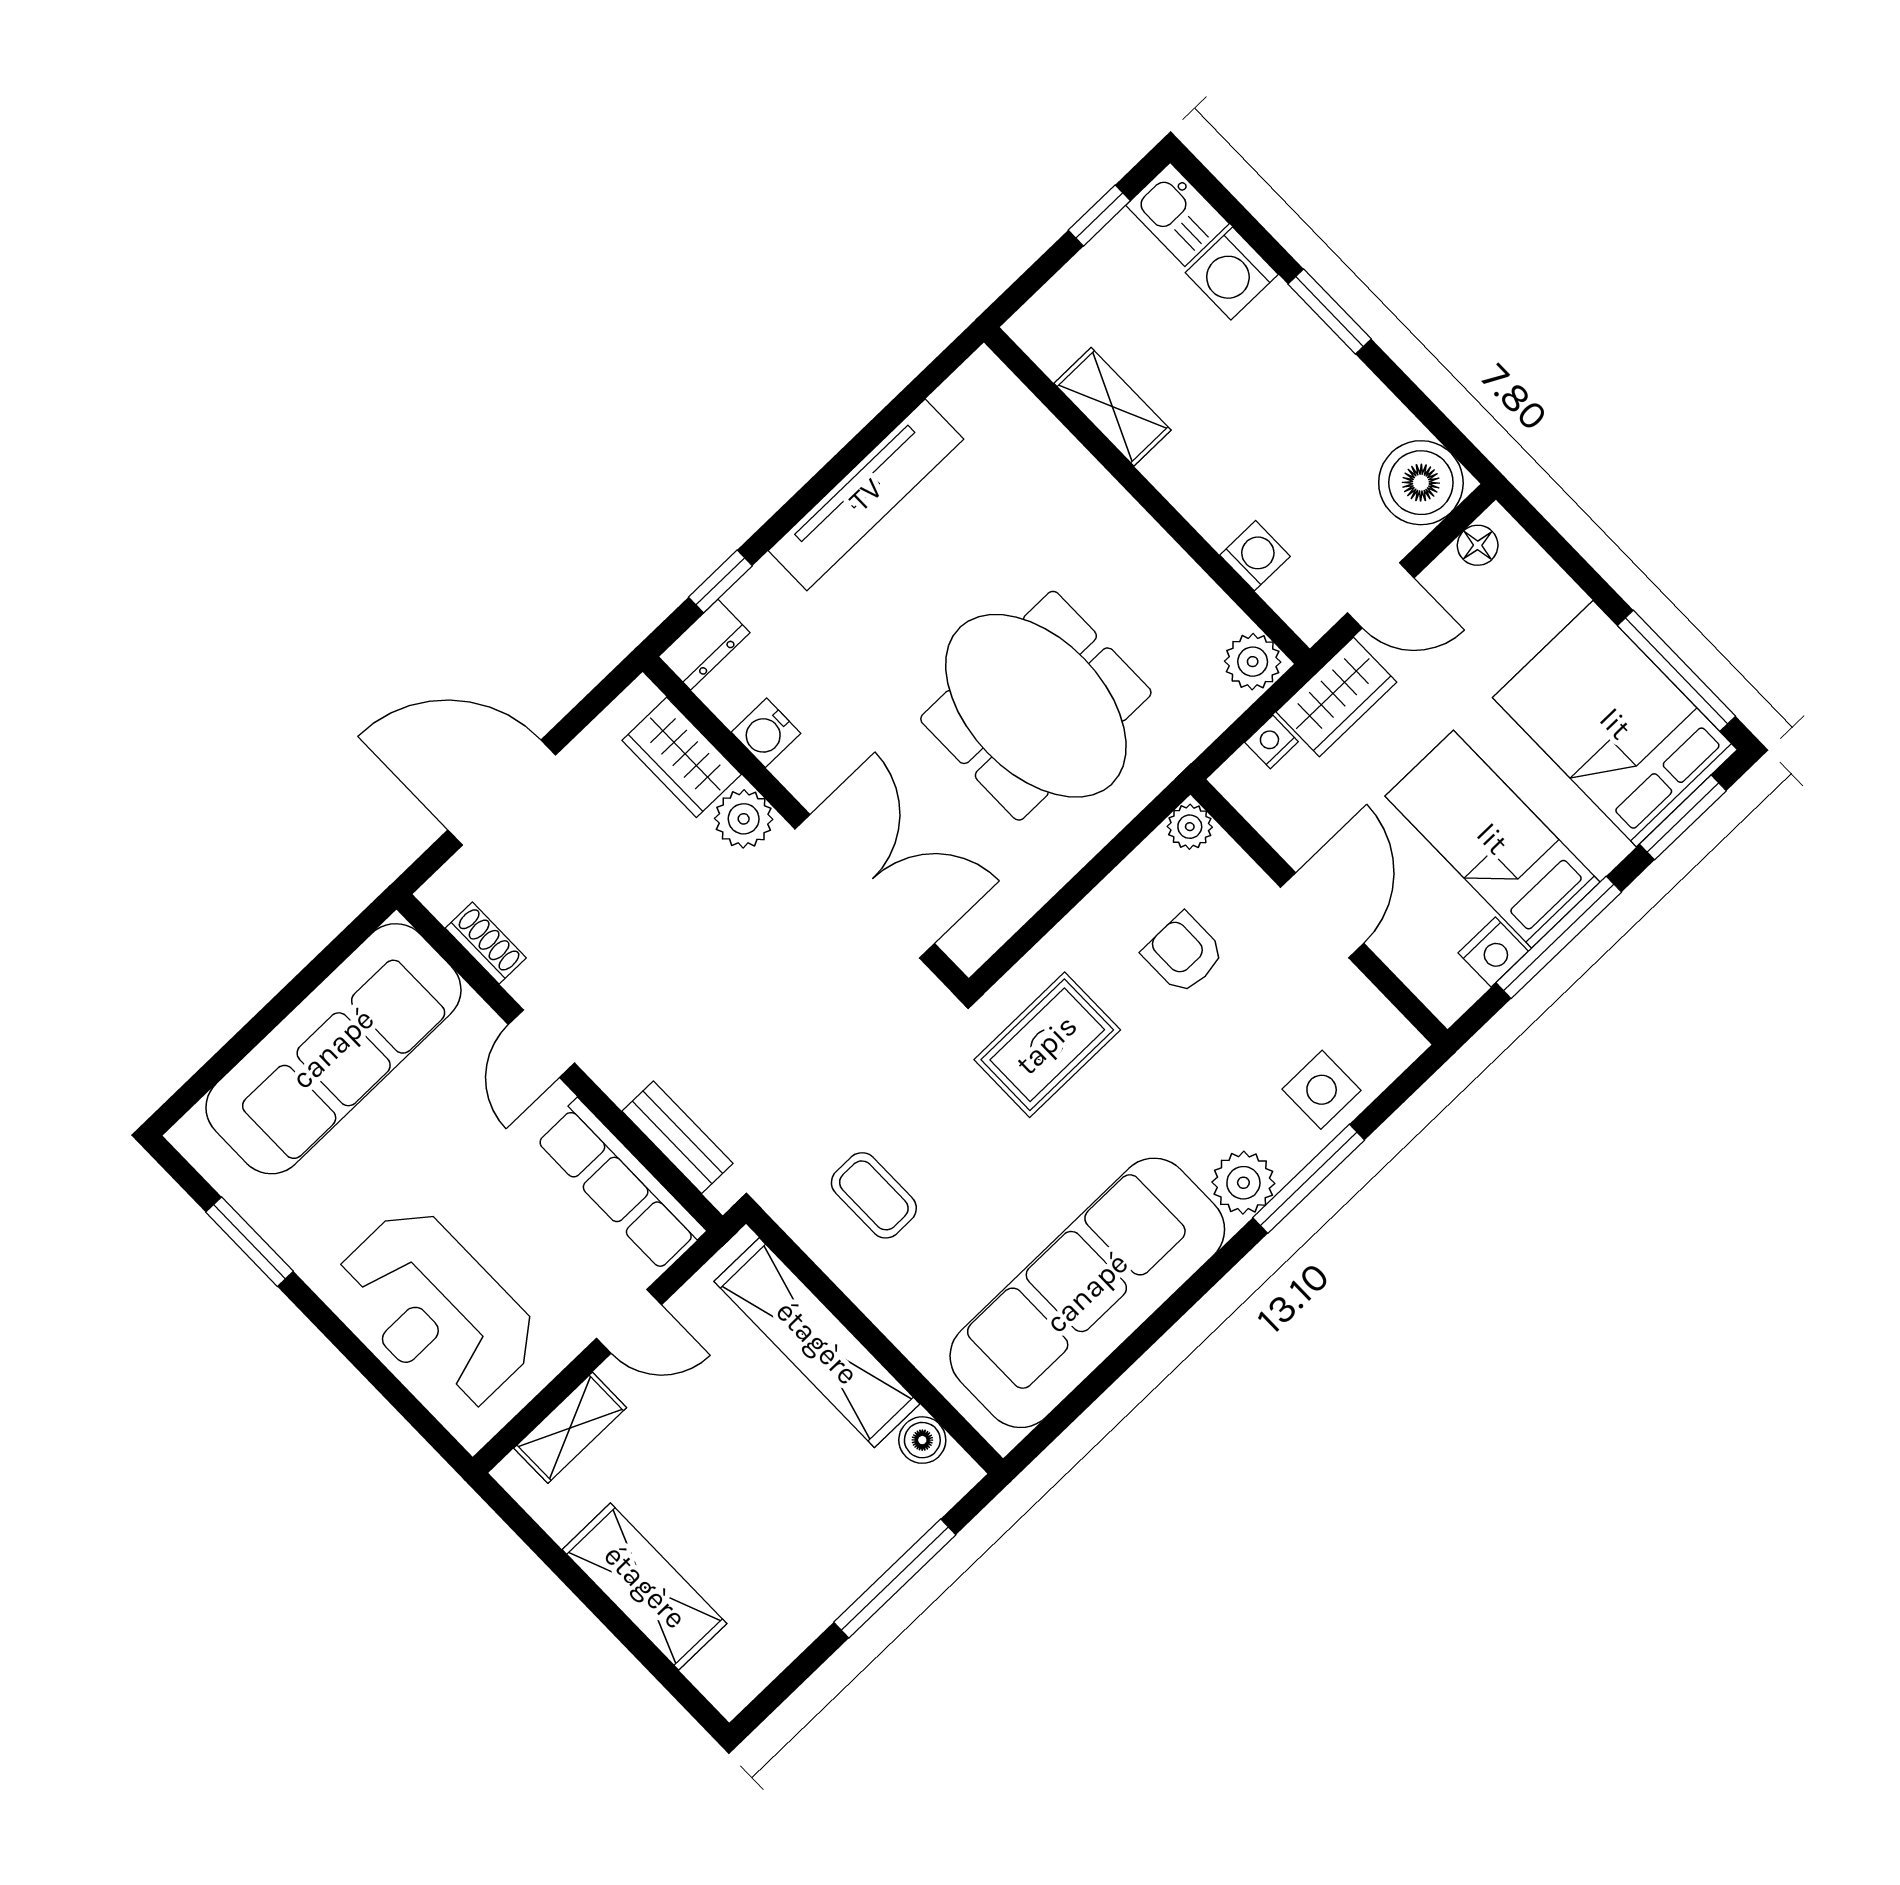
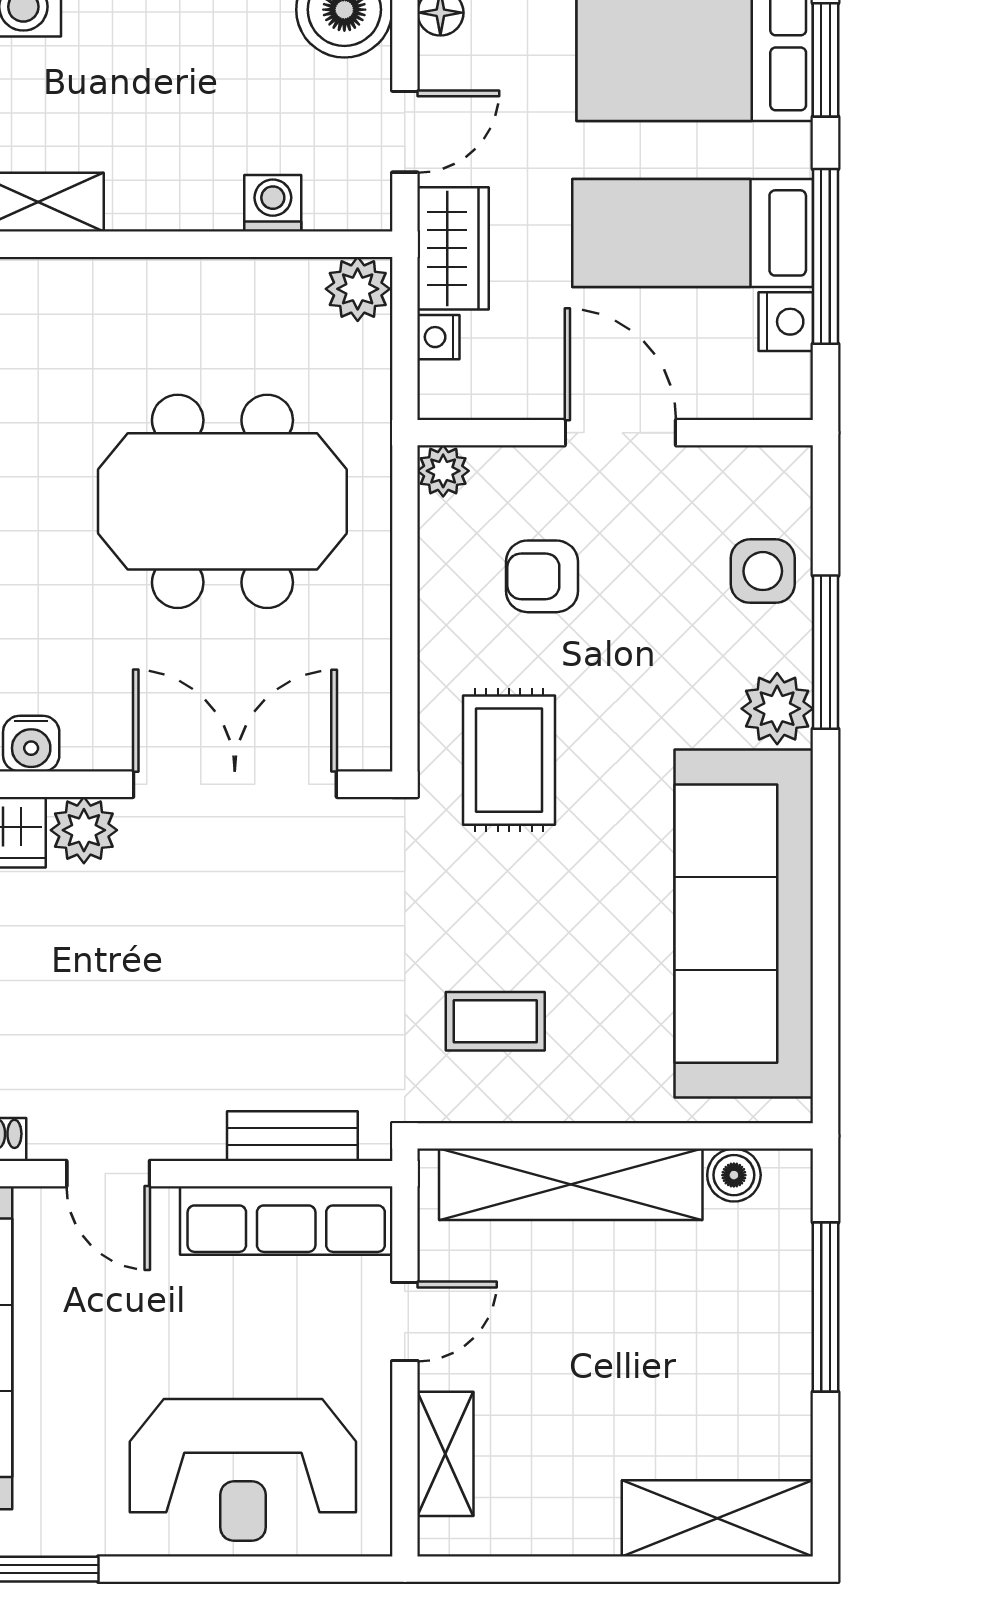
shelving: (645, 1587) -> (717, 1518), moved

